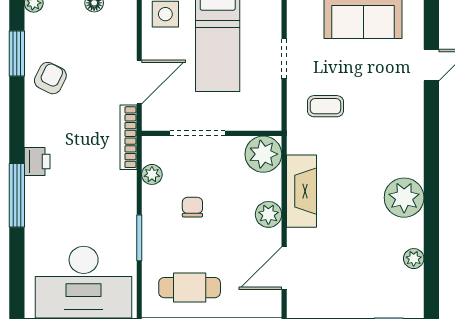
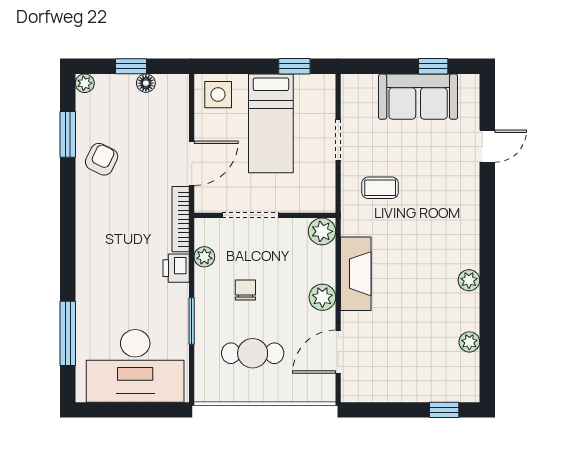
plant: (263, 154) -> (322, 231), width x0.73, depth x0.73
printer: (37, 161) -> (176, 268), moved, turned 180
window: (17, 195) -> (68, 333), moved
plant: (404, 198) -> (469, 280), width x0.53, depth x0.53
cafe table: (190, 288) -> (253, 353), moved

